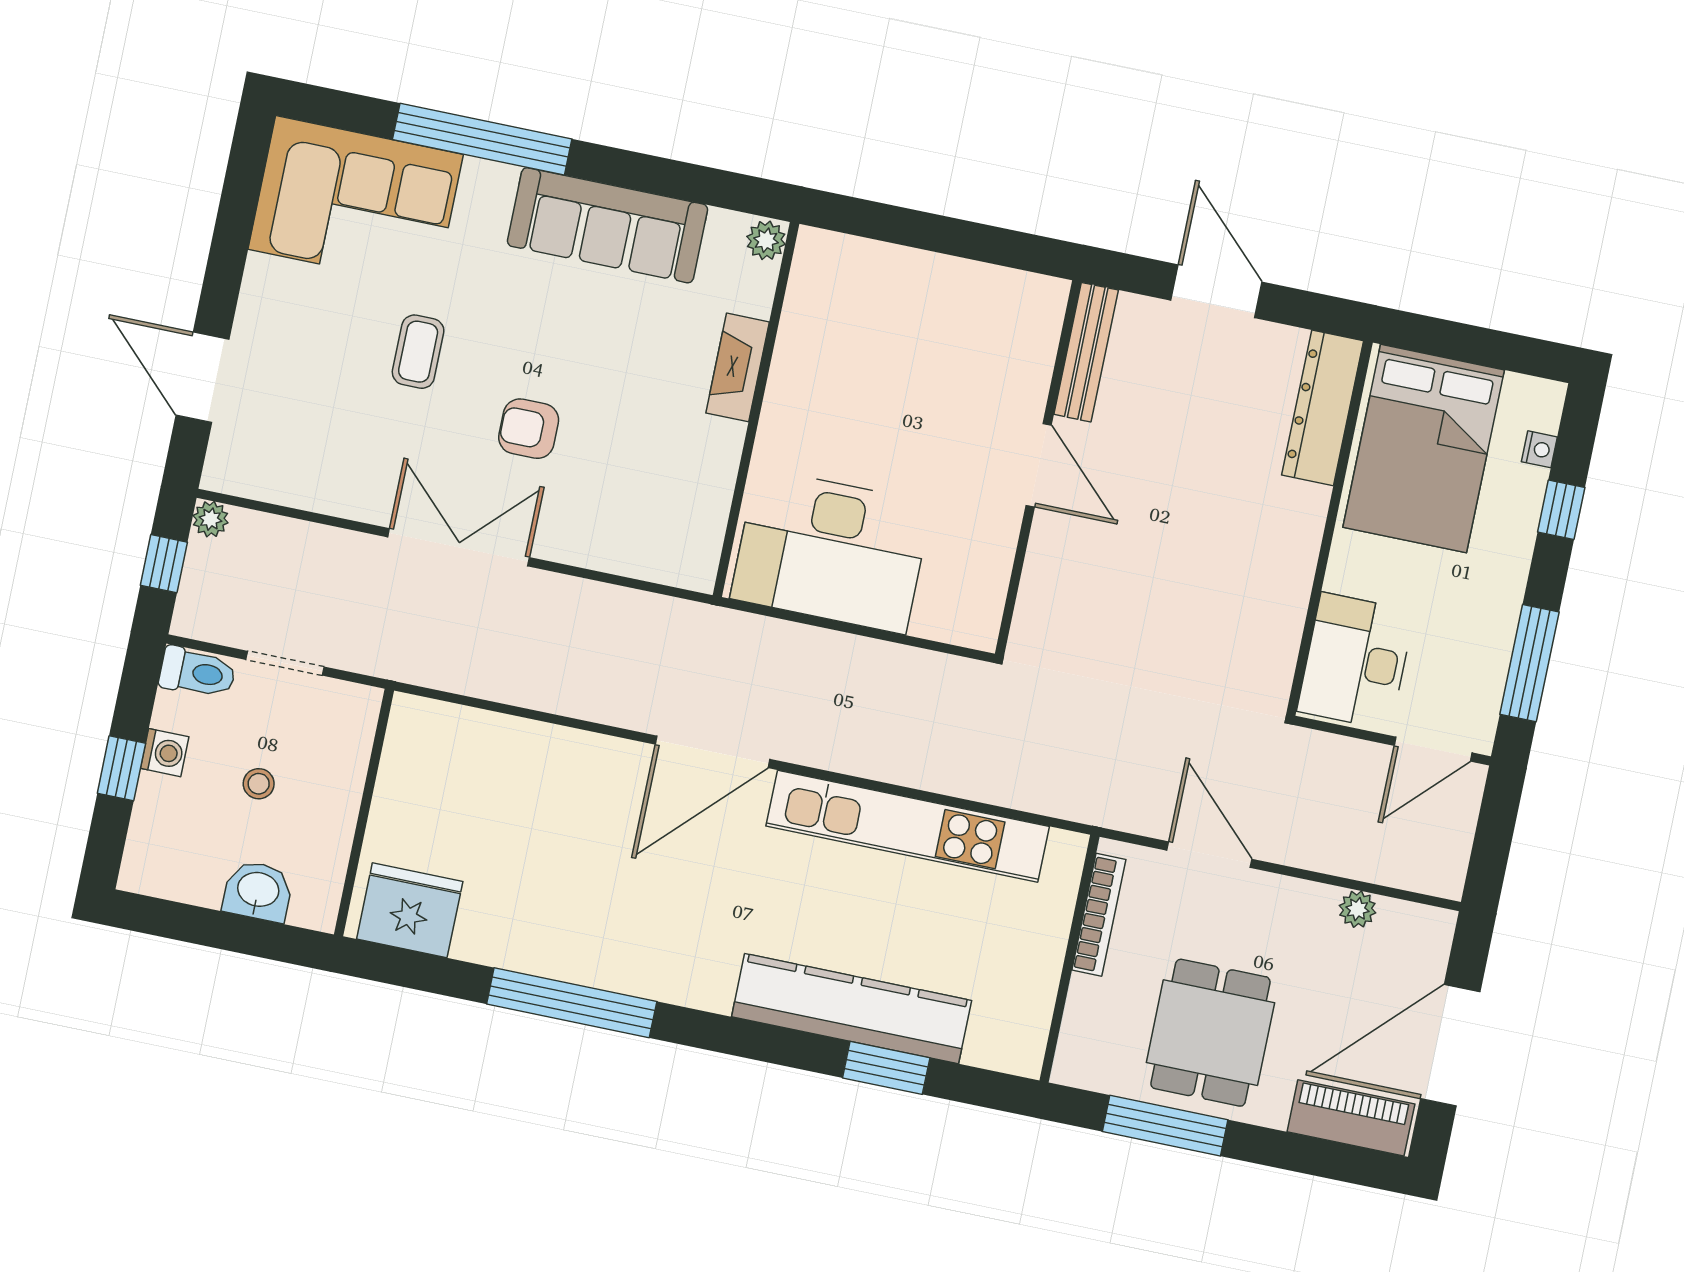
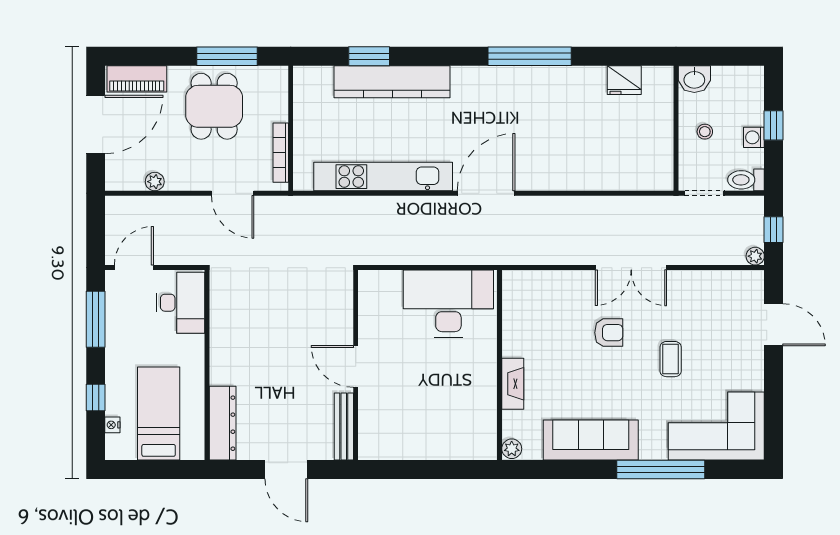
bed: (1424, 449) -> (159, 414), width x0.67
wall: (364, 813) -> (676, 128), moved
fridge: (410, 910) -> (624, 80), width x0.73, depth x0.75

